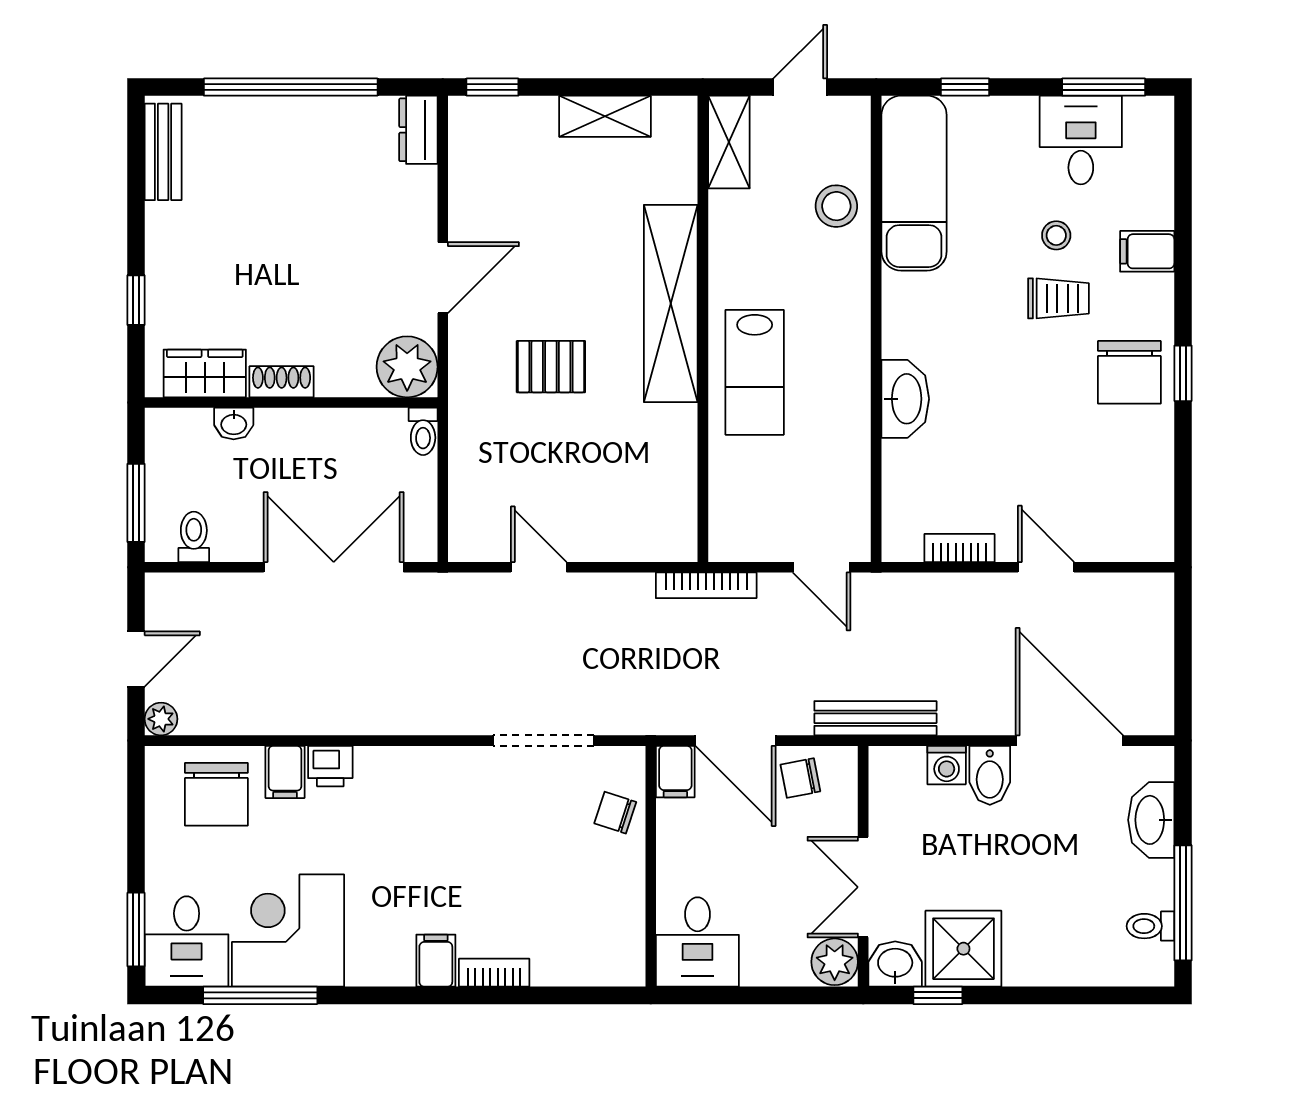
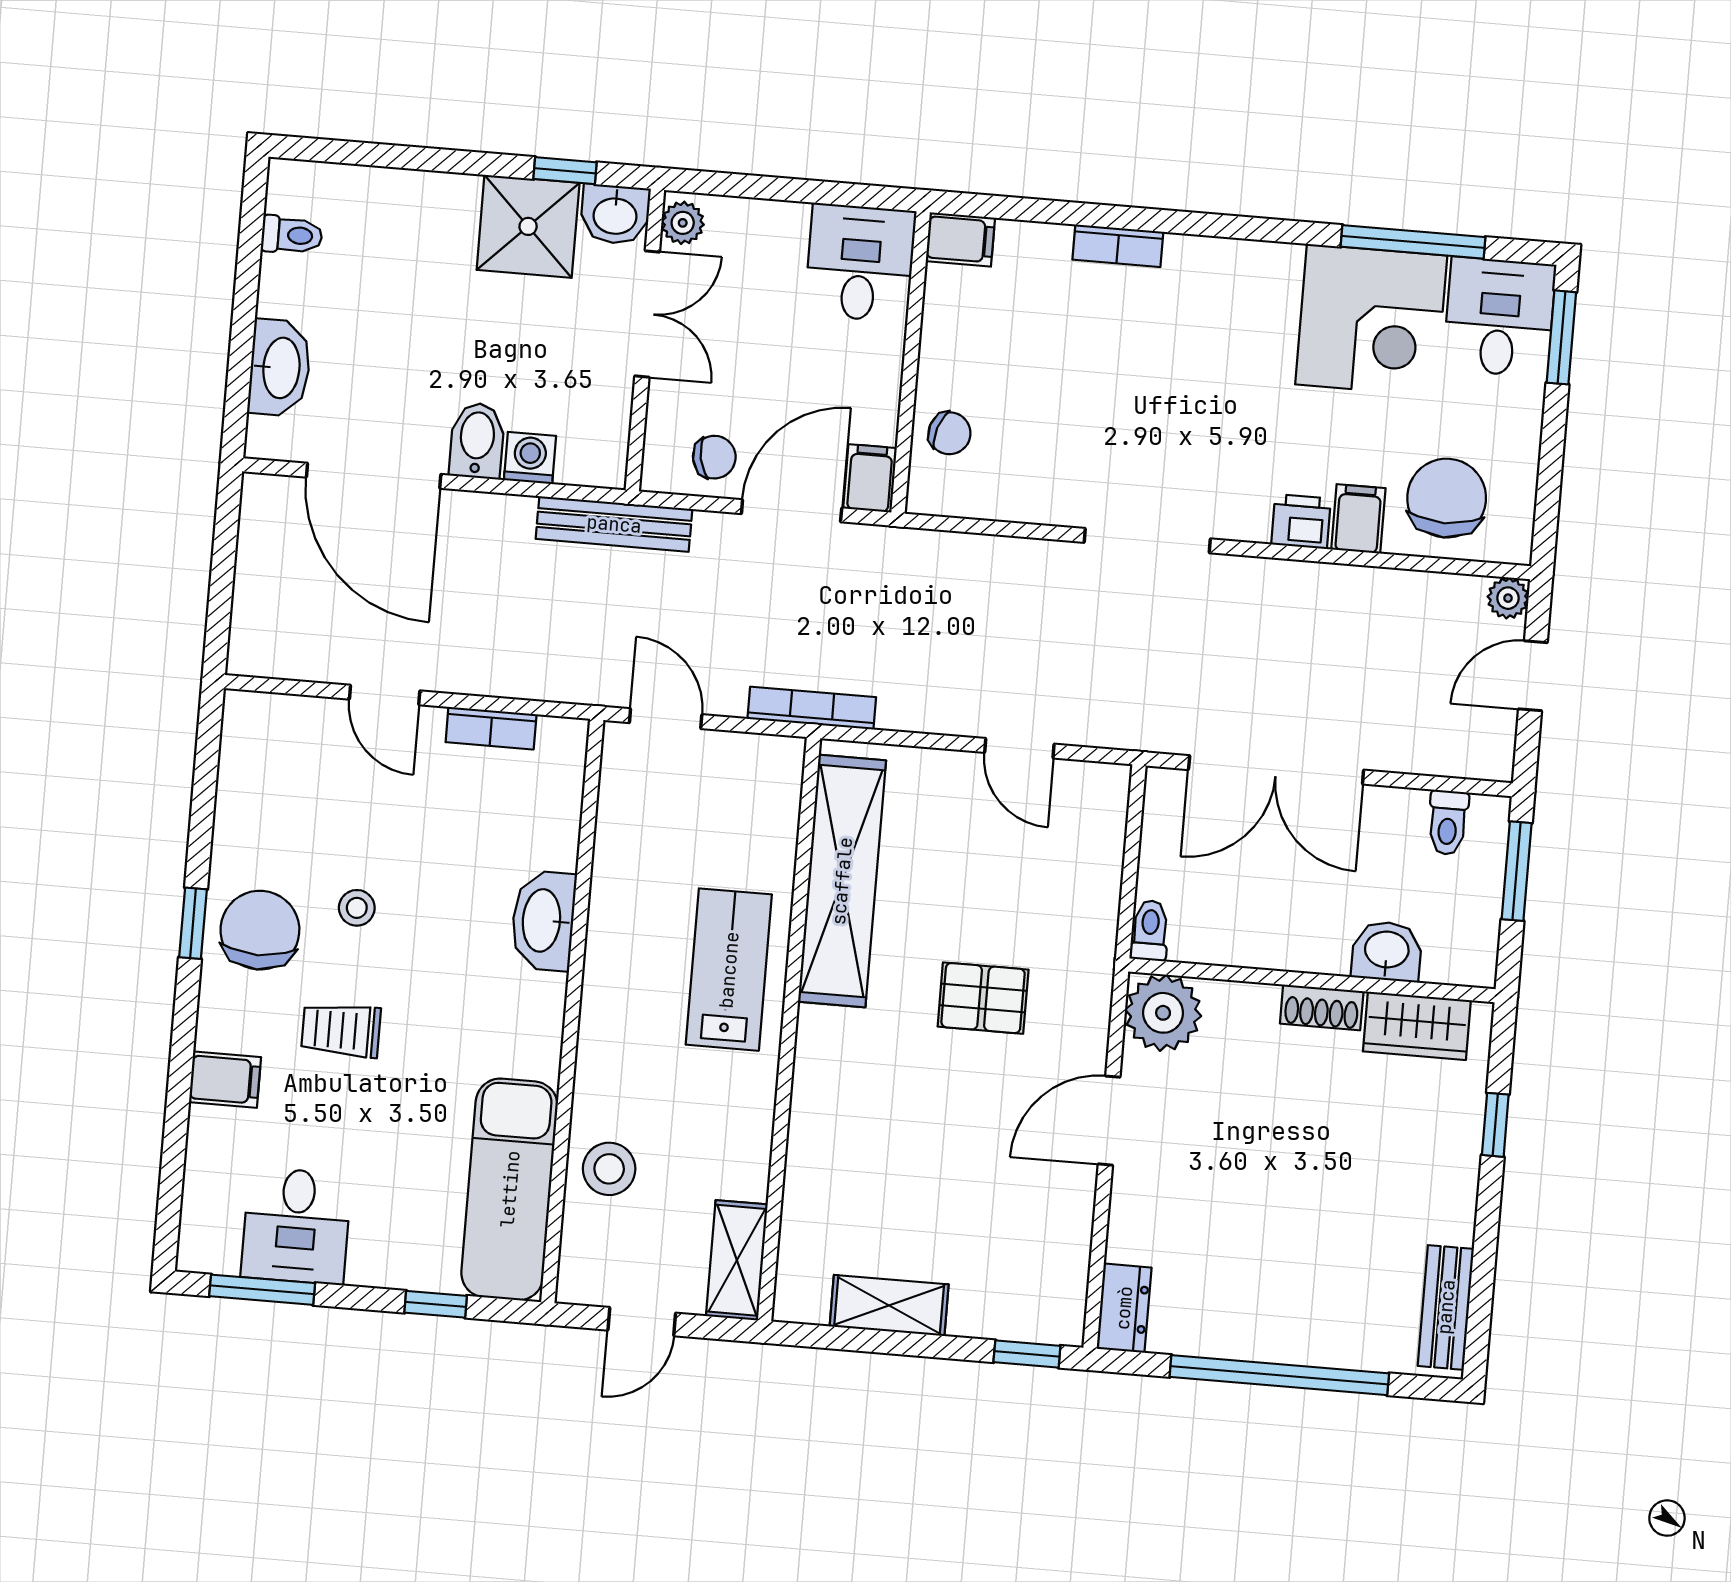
stool: (1056, 235) -> (357, 908), moved
shelving: (671, 303) -> (842, 881), moved
washbasin: (234, 424) -> (1387, 951), width x1.38, depth x1.45
doorway: (544, 741) -> (1147, 541), moved
door: (735, 741) -> (792, 511), hinge flipped
window: (1183, 903) -> (249, 261), removed
filing cabinet: (436, 961) -> (960, 239), moved, turned -90
plant: (835, 962) -> (683, 223), width x0.73, depth x0.73

